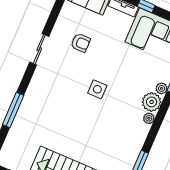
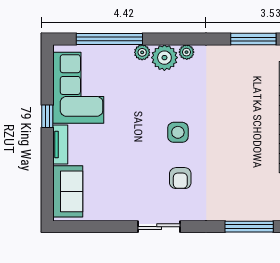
armchair: (81, 43) -> (180, 178), moved, turned 180

